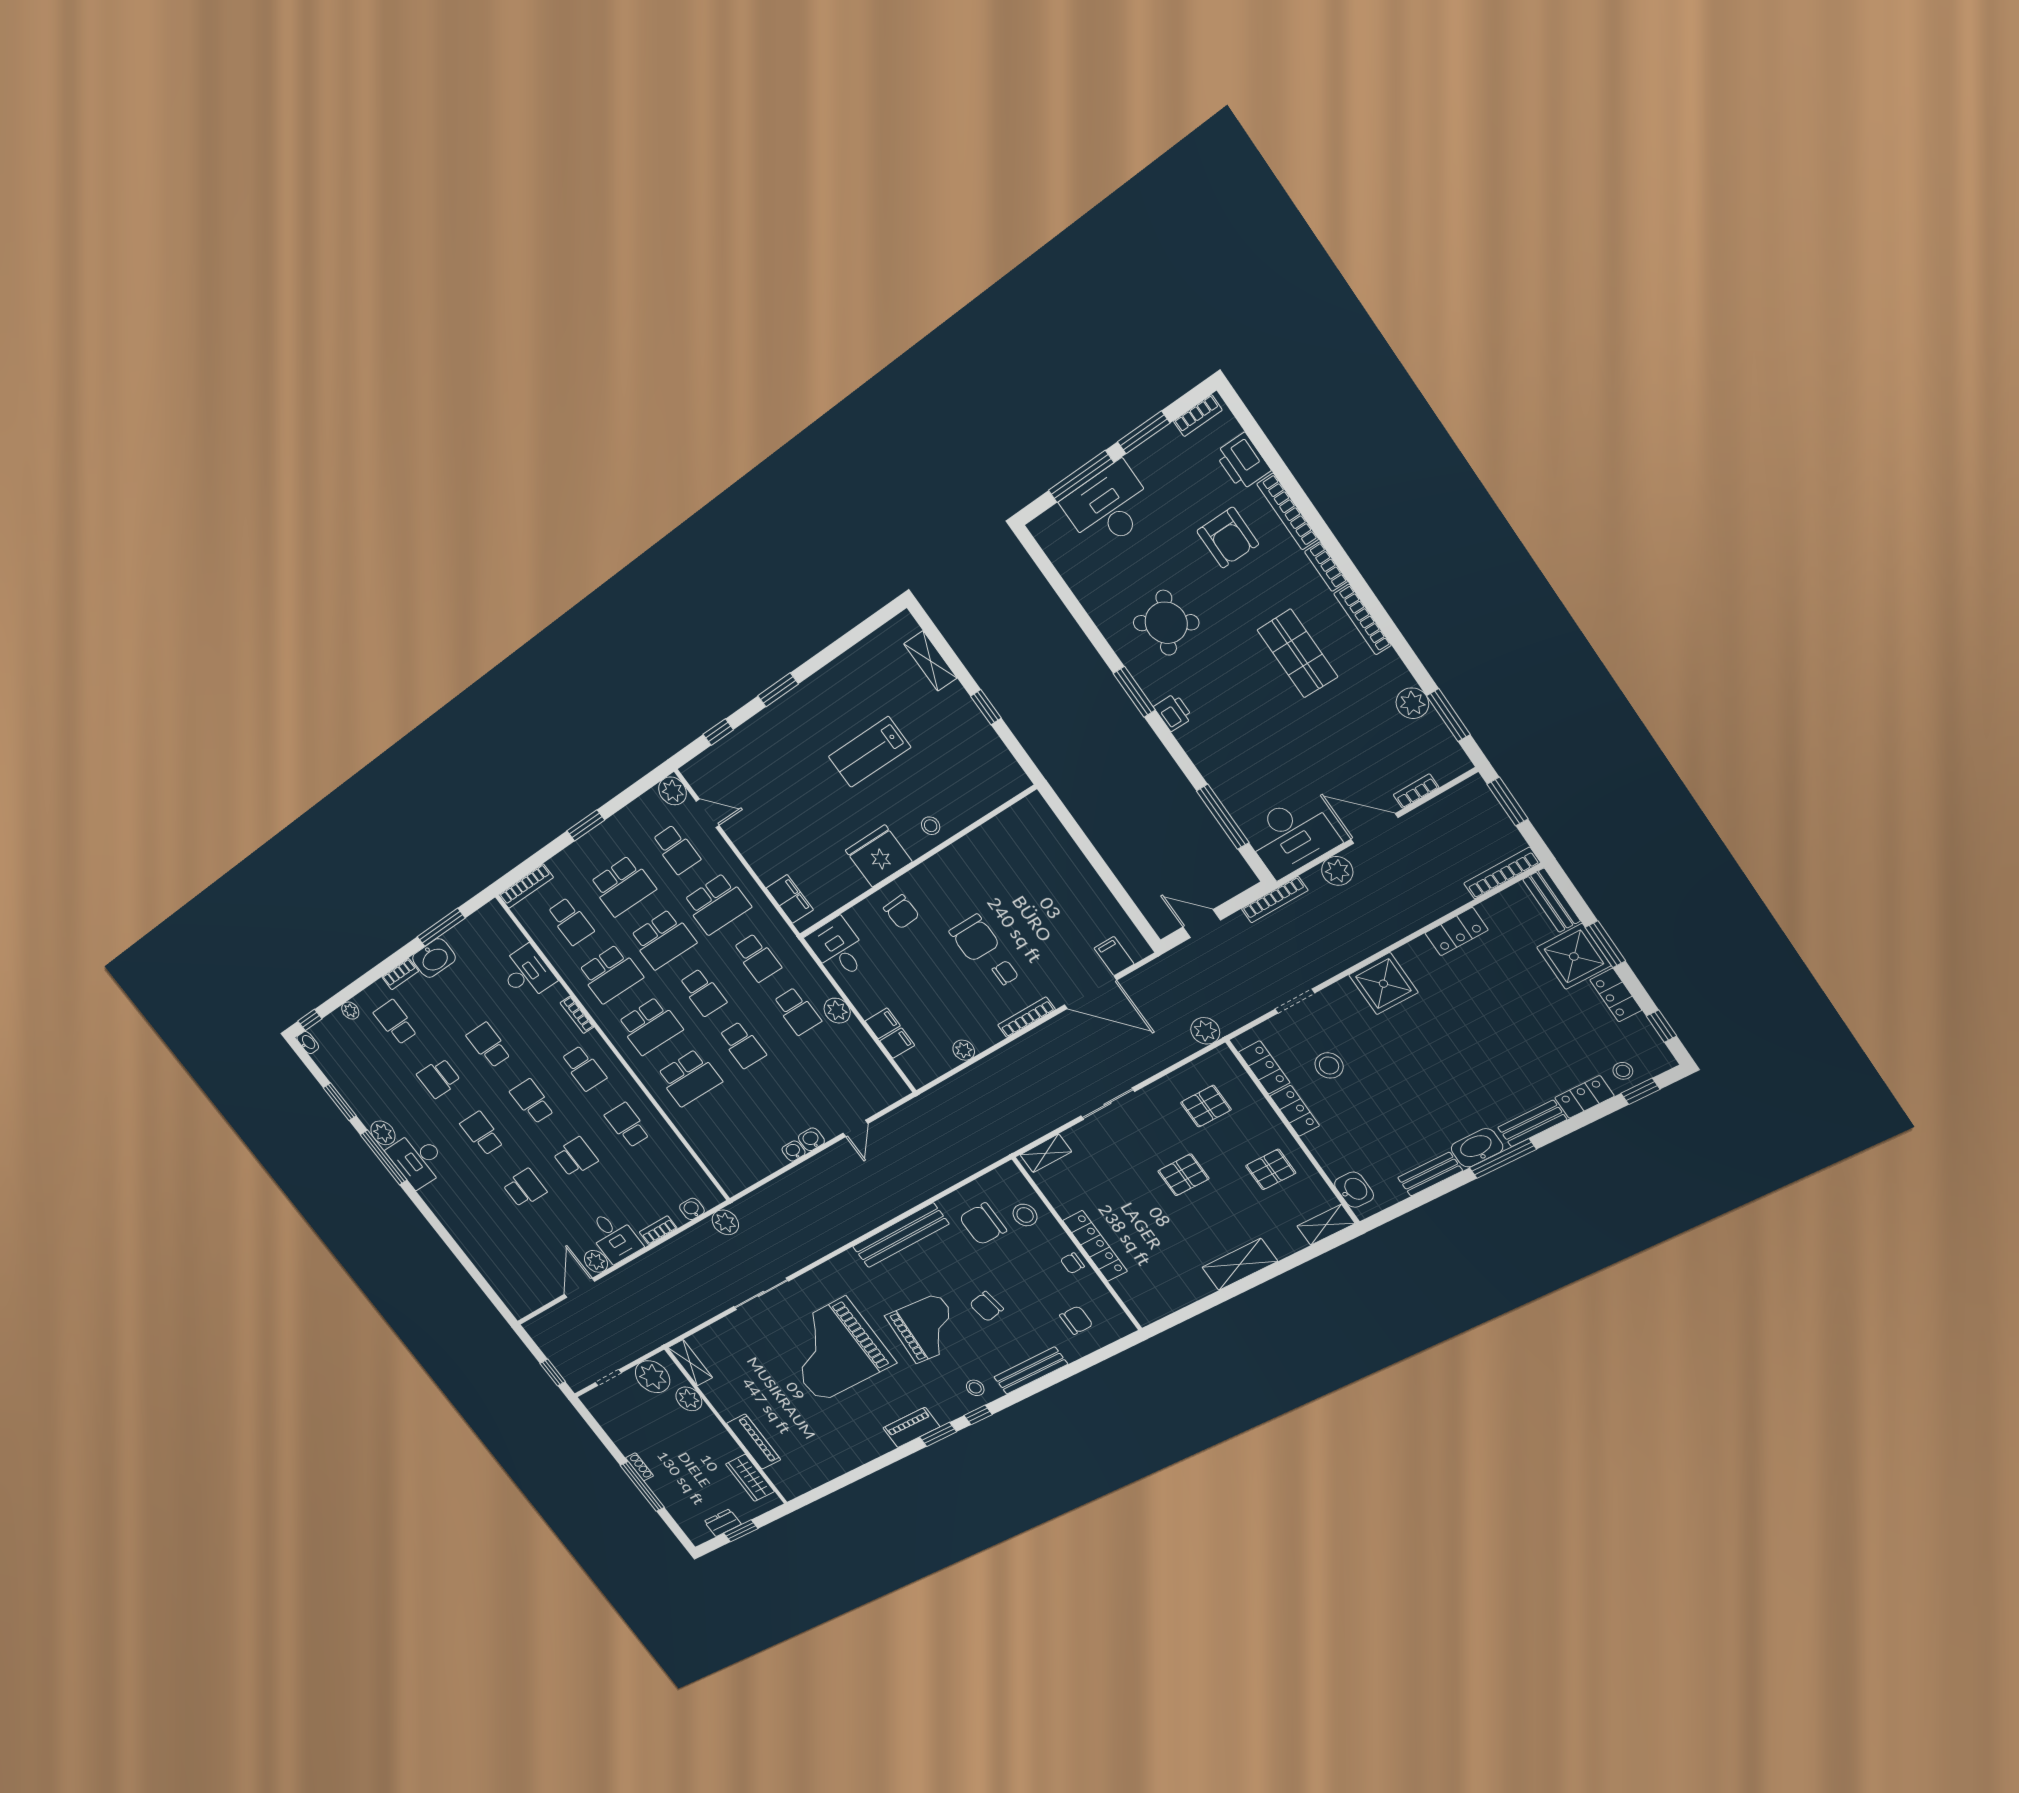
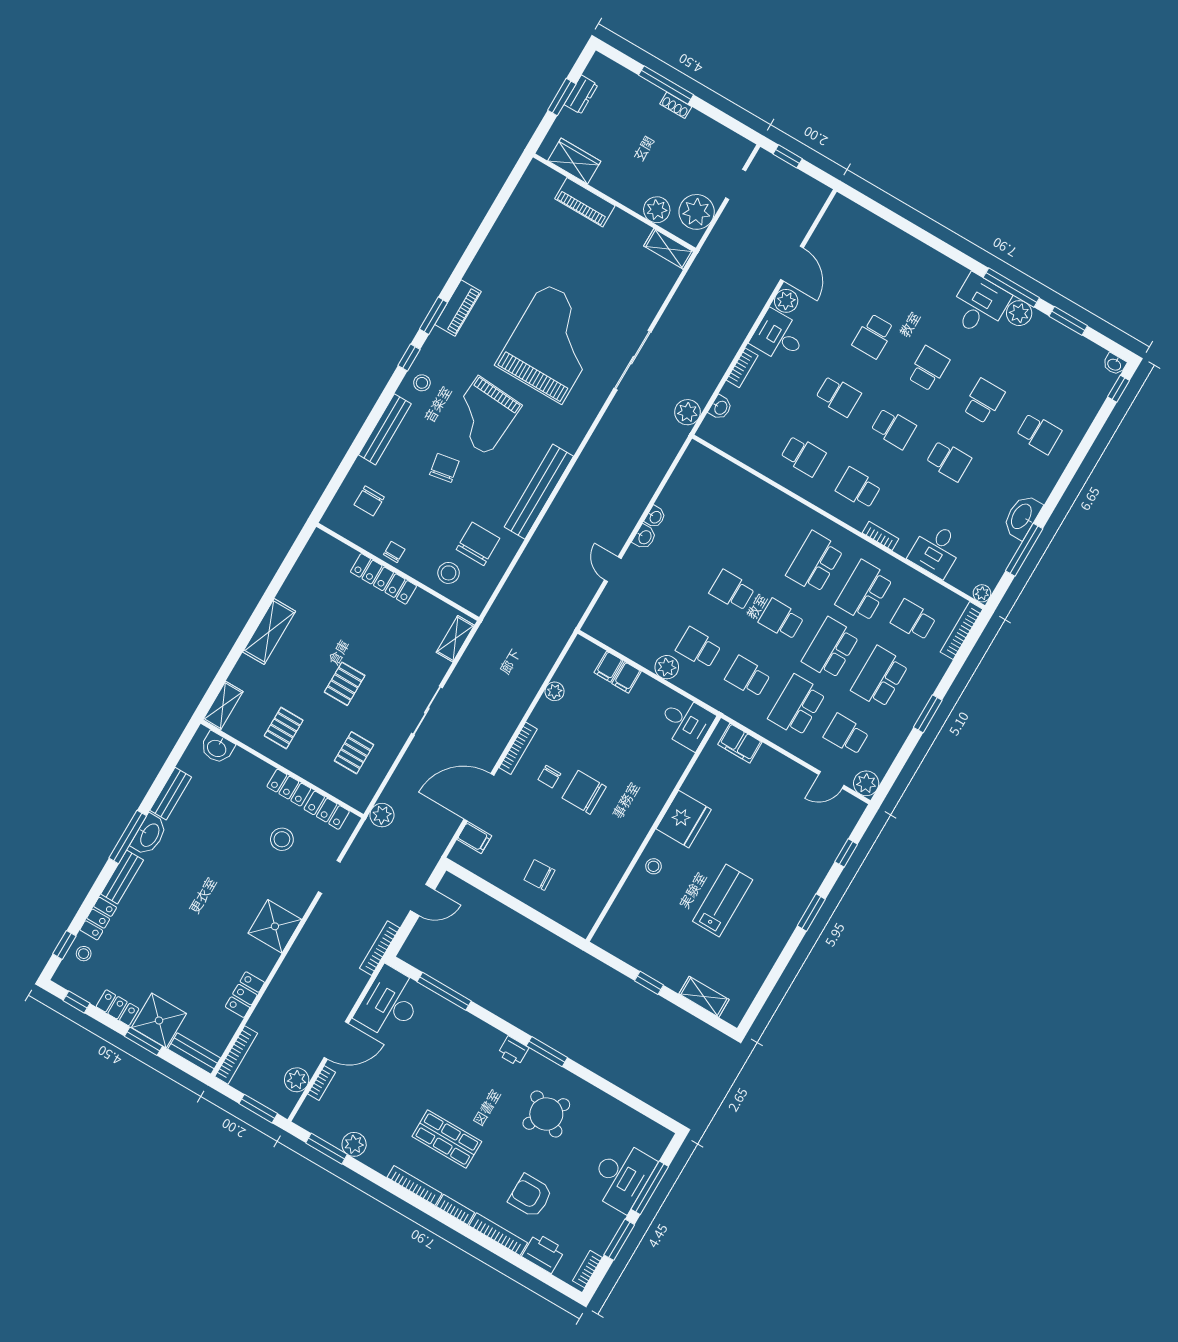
plant: (1337, 871) -> (297, 1080), moved
chair: (901, 912) -> (539, 875), moved
bookcase: (400, 974) -> (1048, 483), removed
plant: (350, 1011) -> (982, 593), moved
school desk: (689, 1078) -> (766, 533), removed
school desk: (482, 1133) -> (928, 369), turned -90
school desk: (575, 1157) -> (838, 396), turned -90

